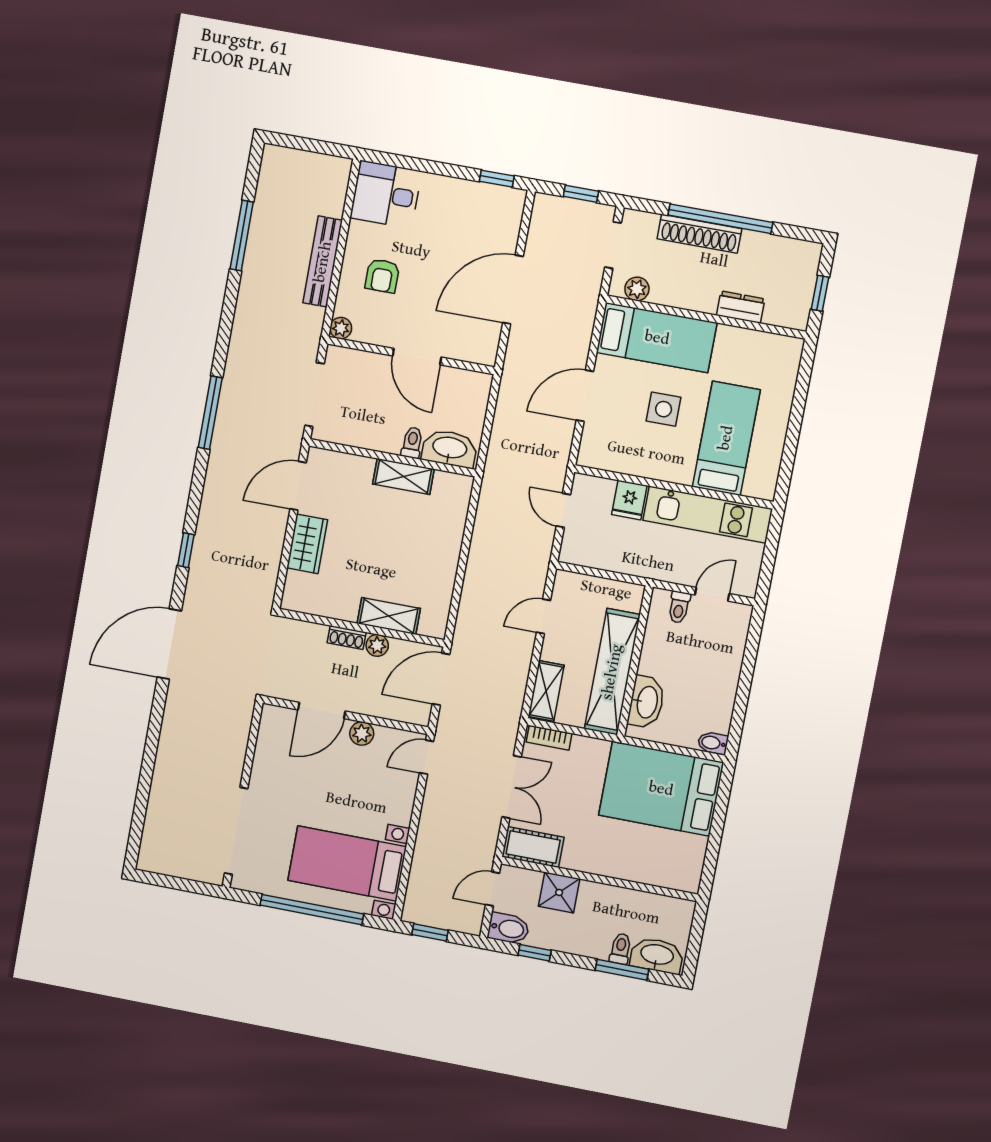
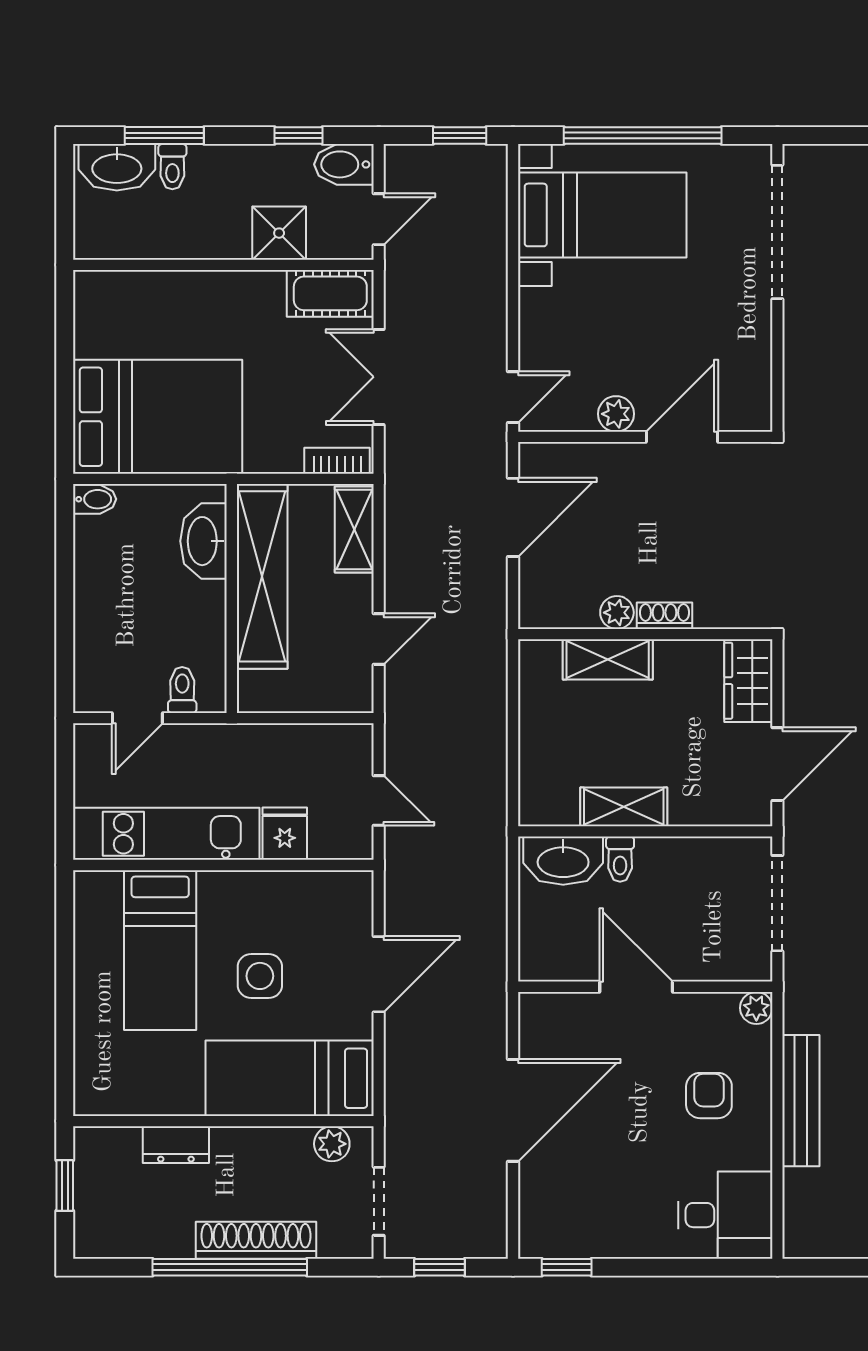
shelving: (389, 616) -> (608, 659), moved
wall: (361, 628) -> (645, 634), moved
shoe rack: (347, 637) -> (664, 616), moved
plant: (377, 645) -> (617, 613), moved

